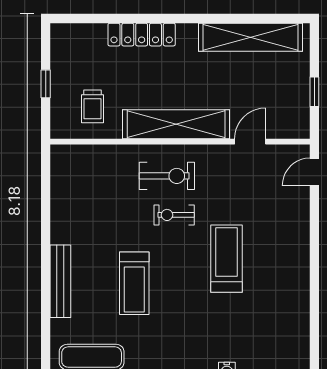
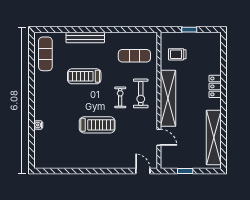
locker: (142, 35) -> (215, 86), width x0.66
exercise mat: (95, 188) -> (134, 56), added

